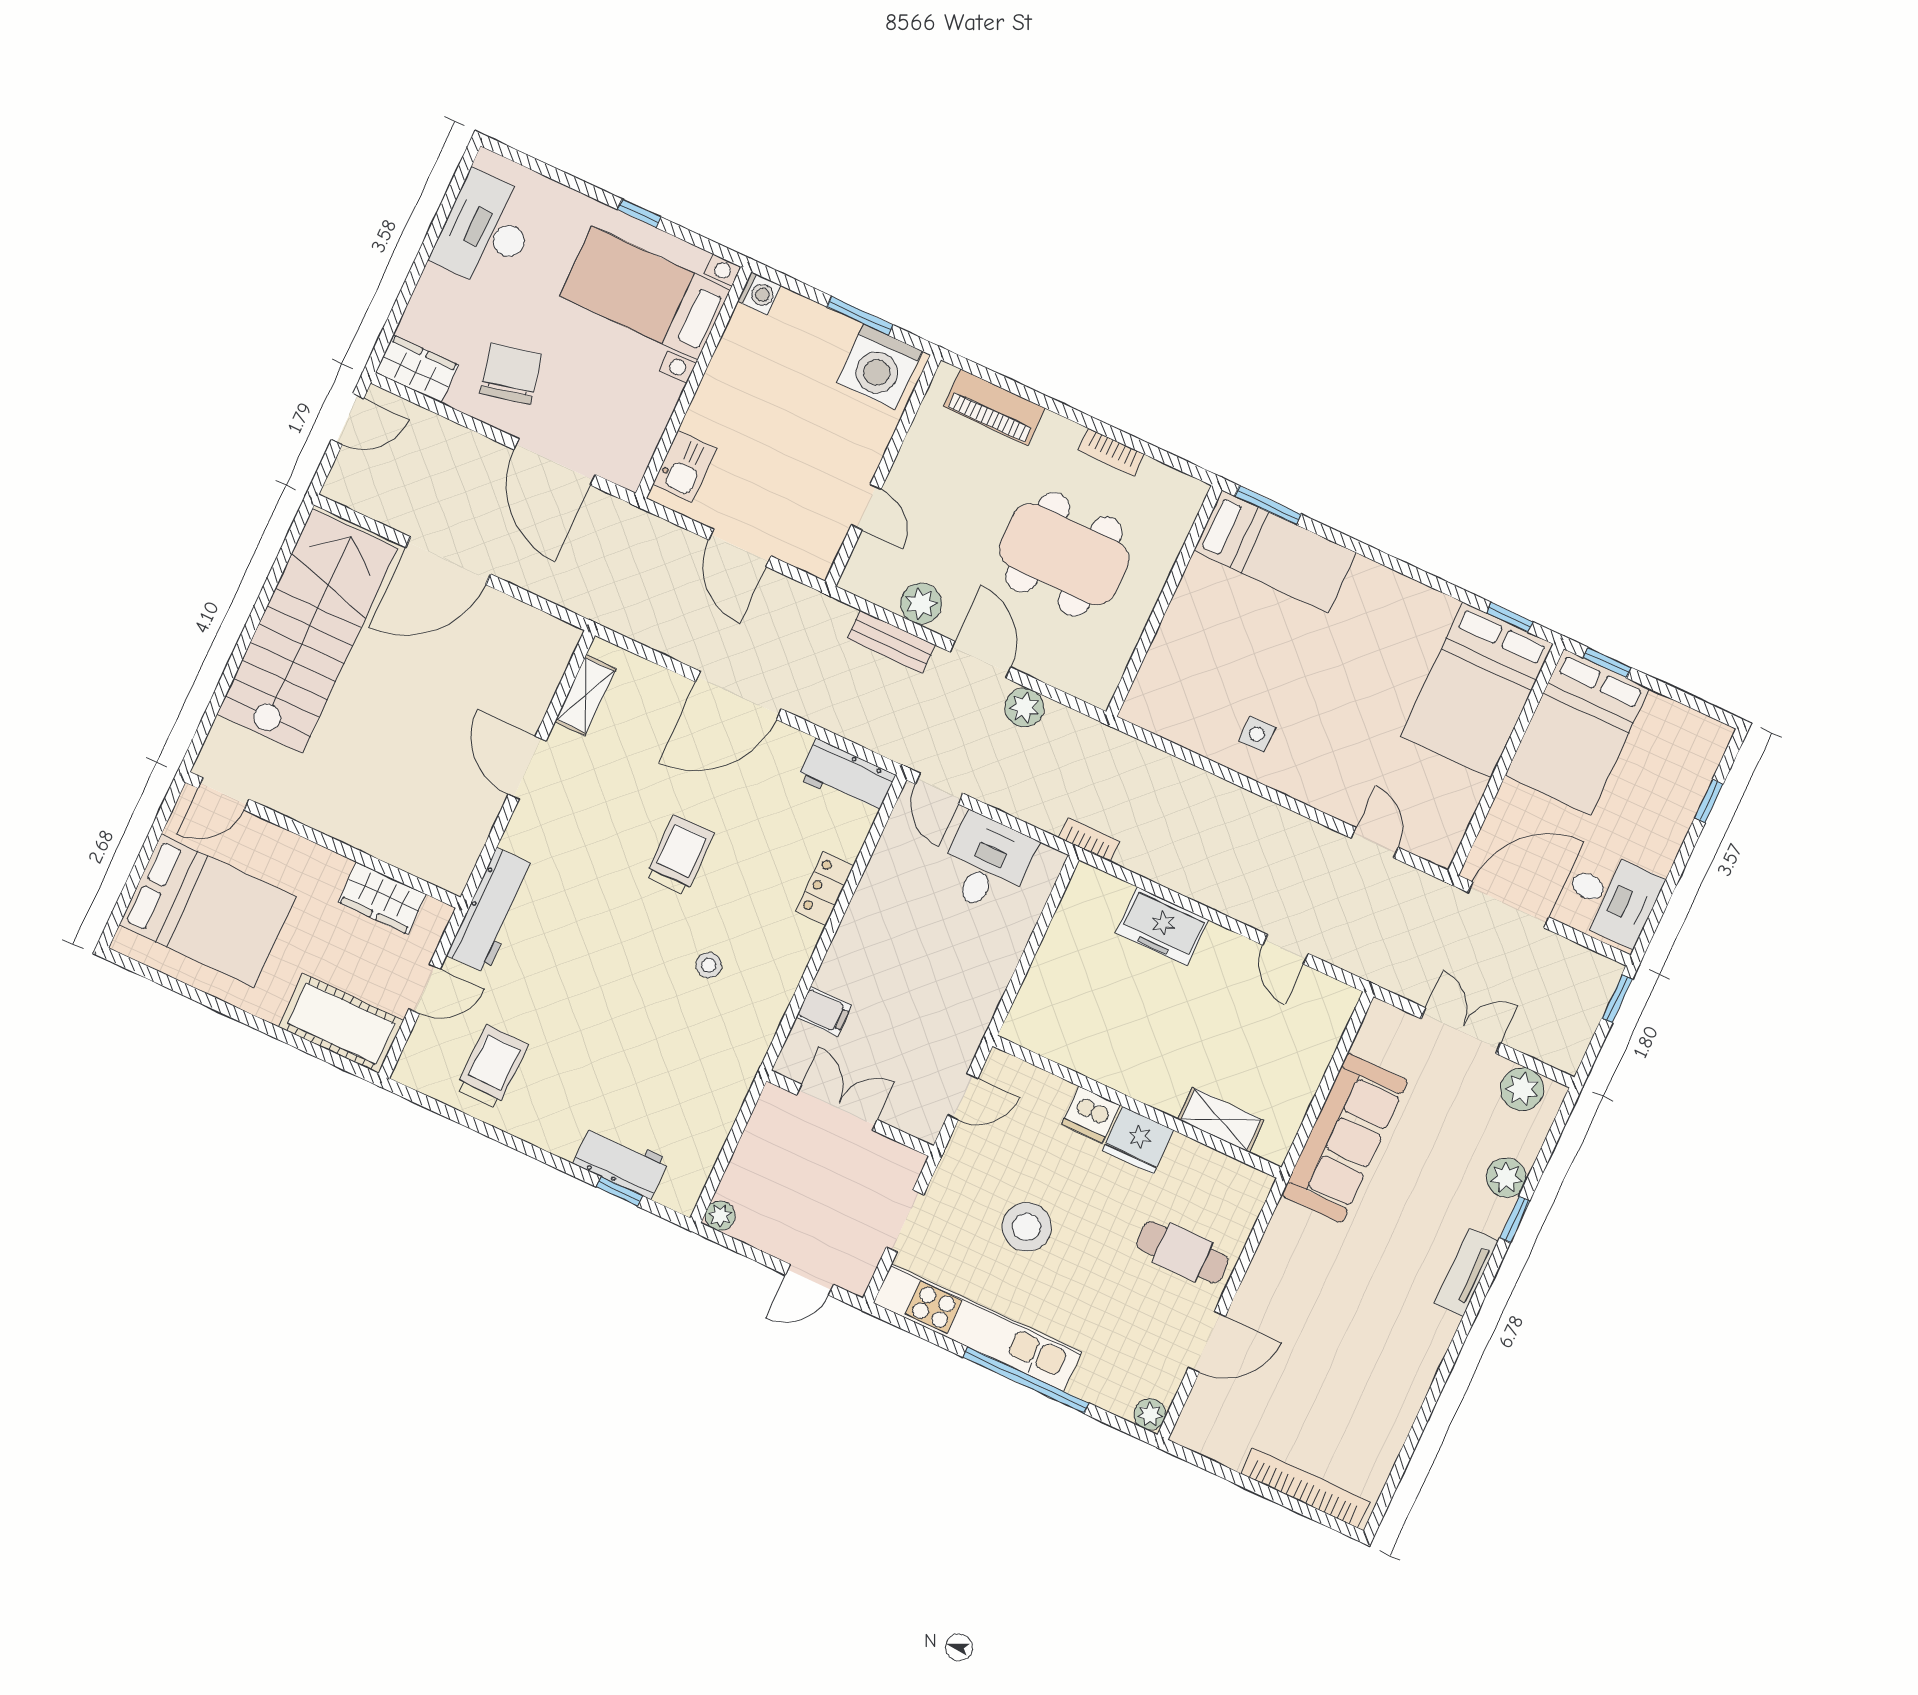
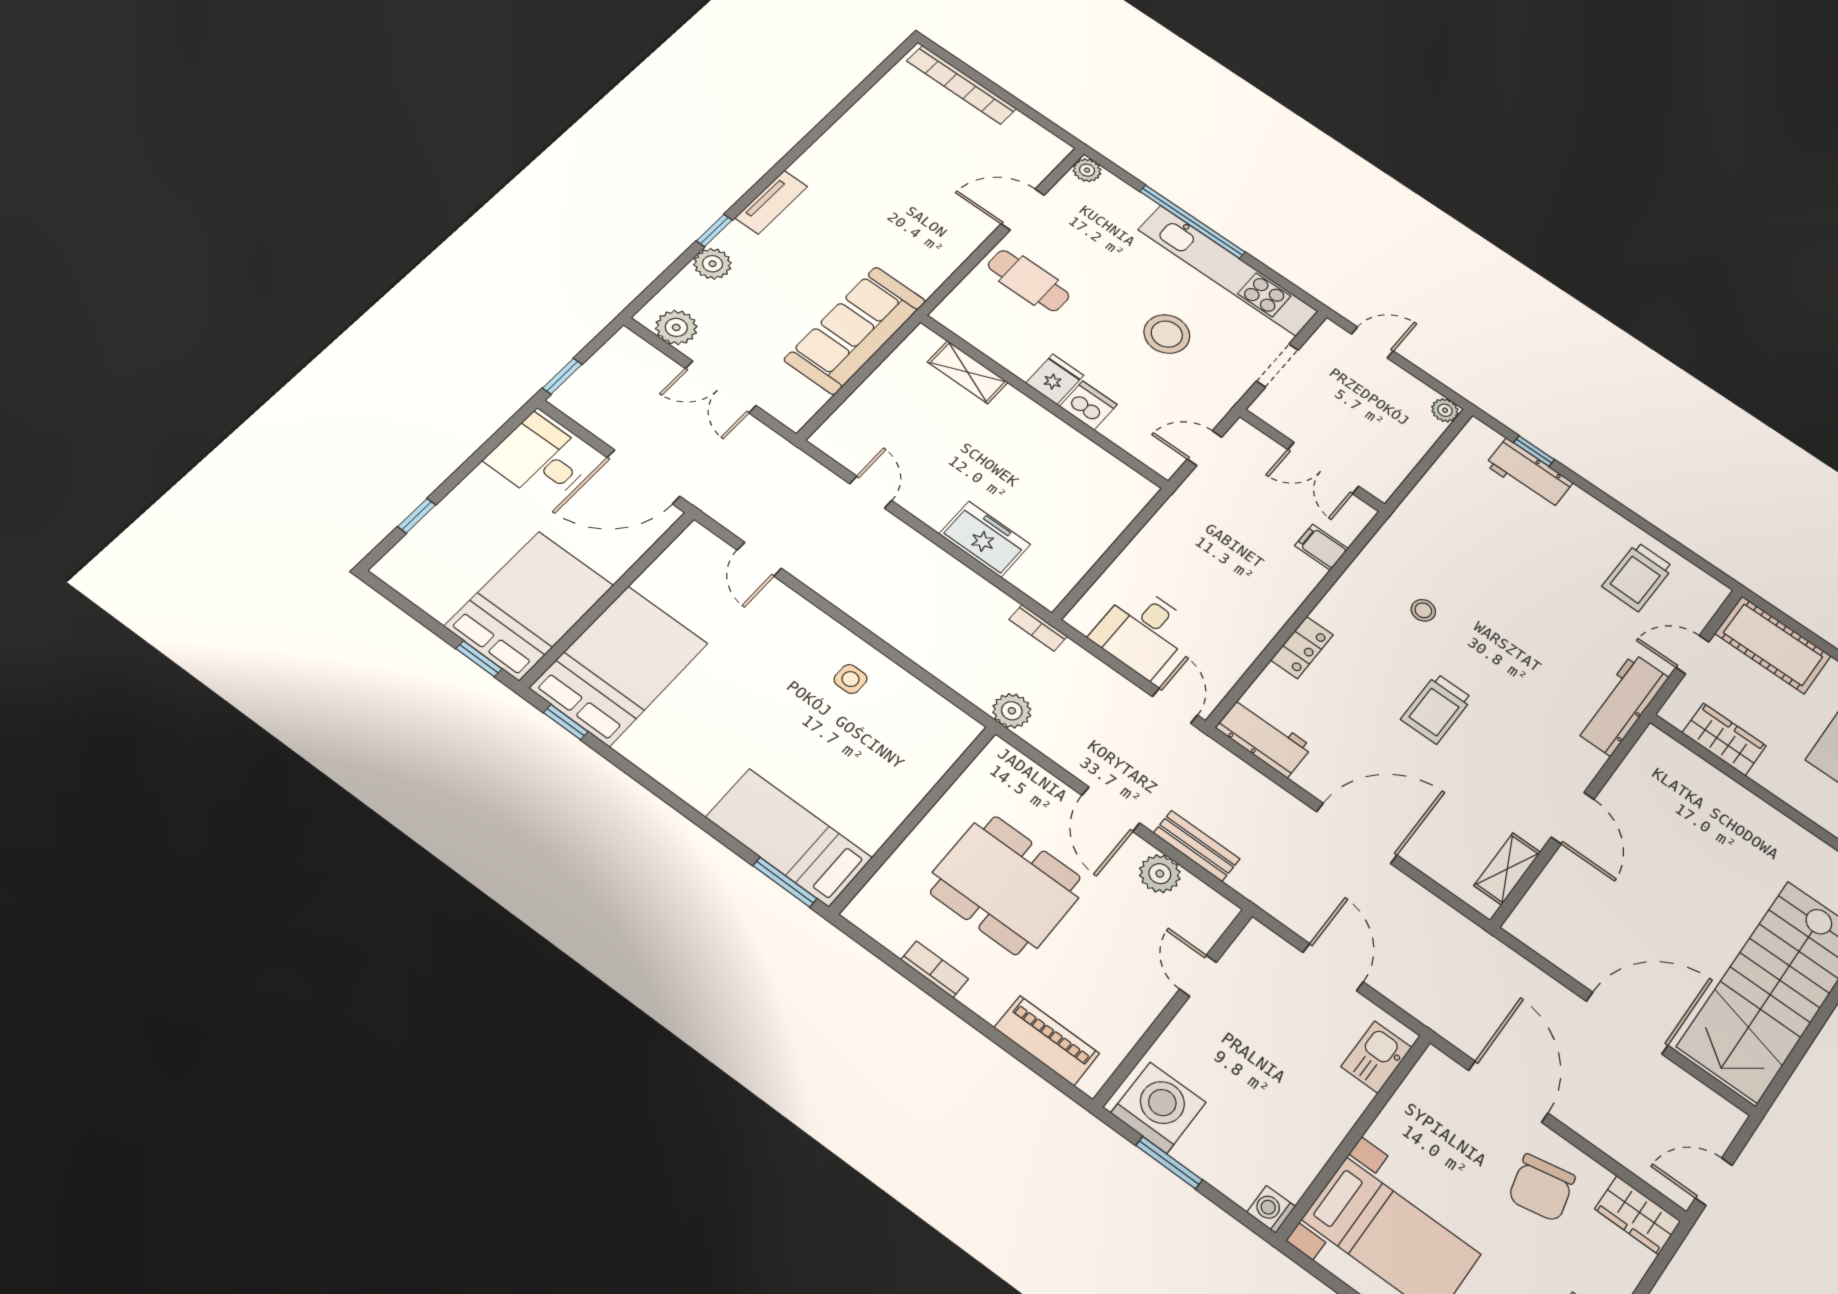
plant: (1024, 708) -> (1012, 711), moved
fridge: (1138, 1140) -> (1055, 379), width x0.72

